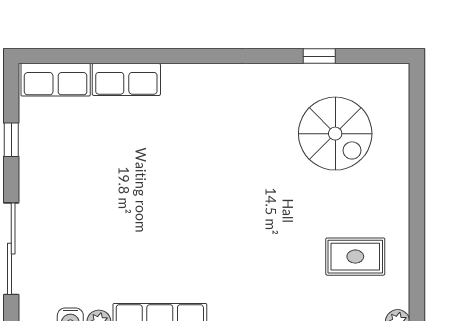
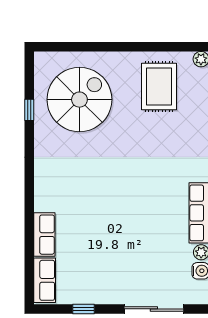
spiral stairs: (335, 134) -> (79, 100), width x1.37, depth x1.37
rug: (355, 257) -> (159, 87), width x1.36, depth x1.43

